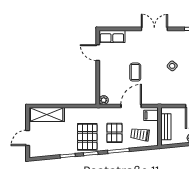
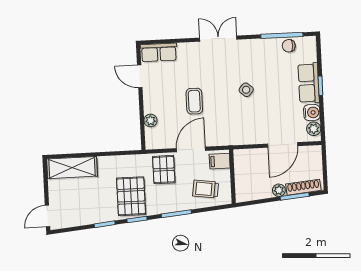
plant: (104, 100) -> (151, 120), moved
bench: (166, 127) -> (242, 176), removed
pallet: (114, 133) -> (164, 170), moved
door: (28, 138) -> (48, 216), moved

